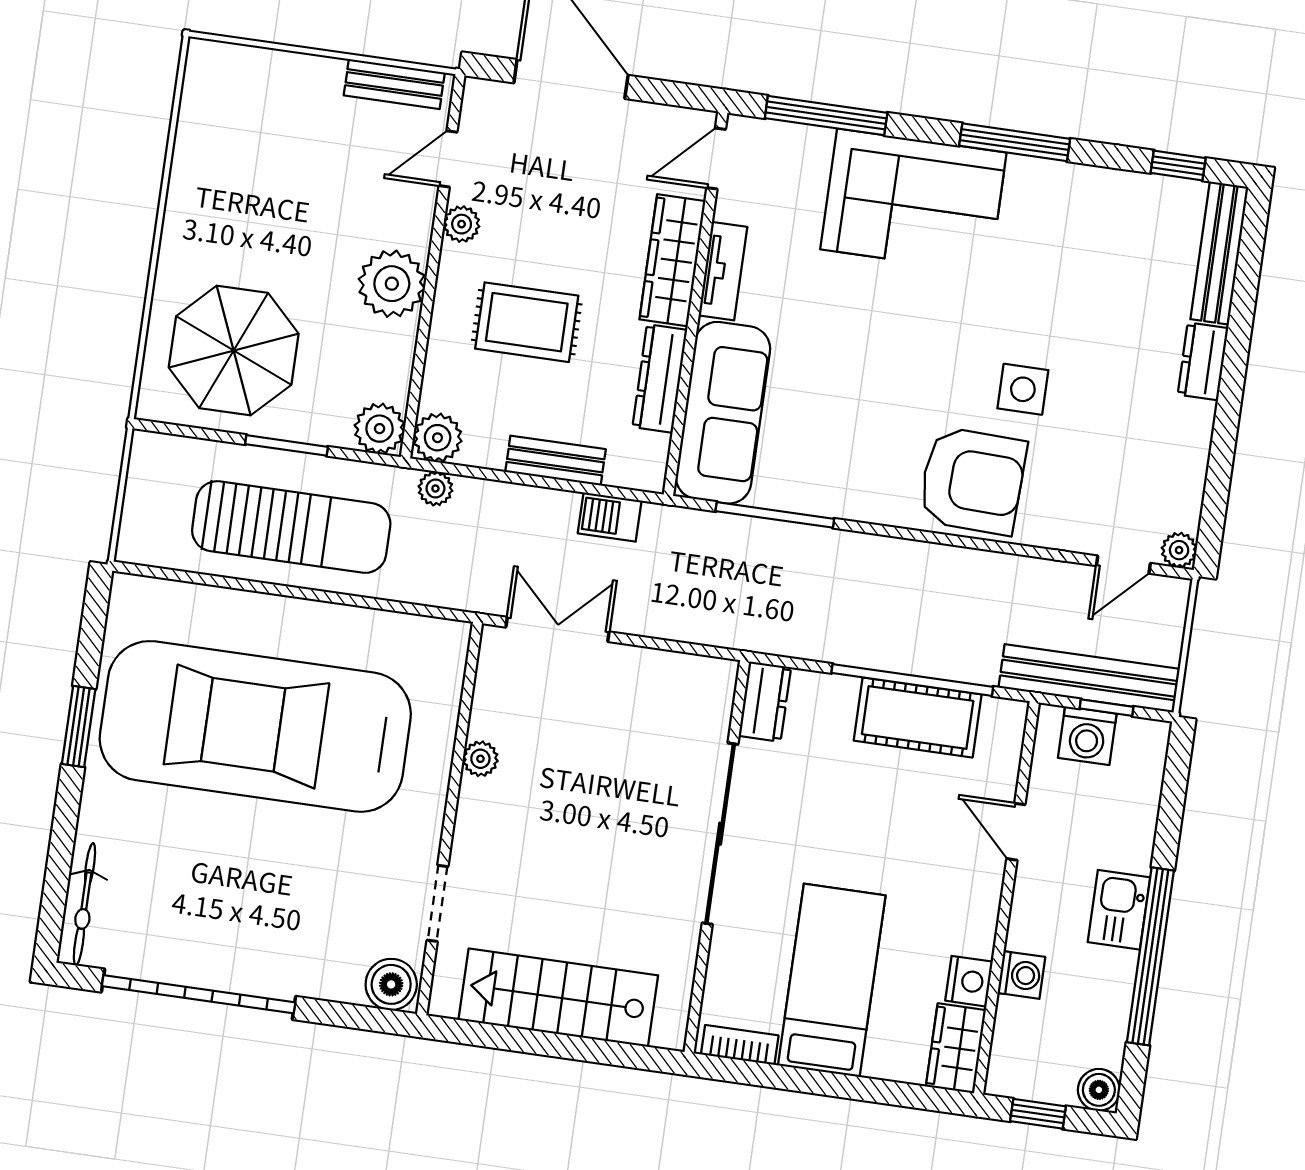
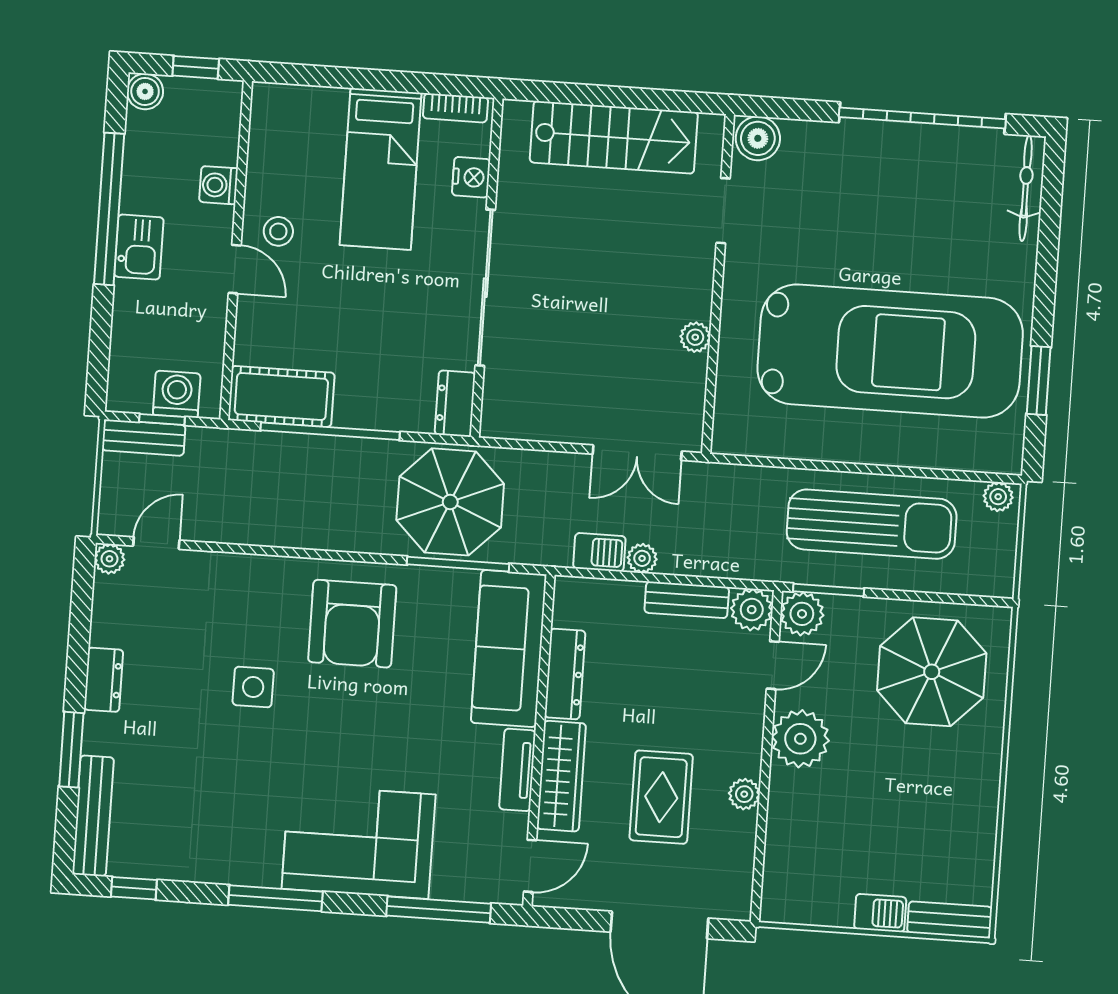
barbecue: (314, 75) -> (880, 913), added
bench: (394, 84) -> (950, 920), moved
door: (448, 159) -> (773, 665), moved
rug: (527, 322) -> (661, 797), moved, turned 90
window: (1239, 332) -> (71, 750), added
dresser: (1203, 361) -> (104, 680), moved
window: (287, 445) -> (829, 590), moved
bench: (556, 461) -> (687, 600), moved
armchair: (972, 481) -> (352, 624), moved, turned -92
plant: (435, 489) -> (642, 558), moved
sun lounger: (291, 527) -> (872, 524), turned 180
plant: (142, 548) -> (998, 497), added
parasol: (779, 588) -> (450, 502), added
bench: (1089, 678) -> (144, 438), width x0.54, depth x0.82
cot: (918, 717) -> (281, 396), moved
window: (79, 726) -> (1039, 380), moved
door: (1016, 832) -> (235, 269), moved
stool: (956, 916) -> (278, 231), added
nightstand: (969, 981) -> (471, 177), moved, turned 180
wardrobe: (956, 1048) -> (270, 118), removed

